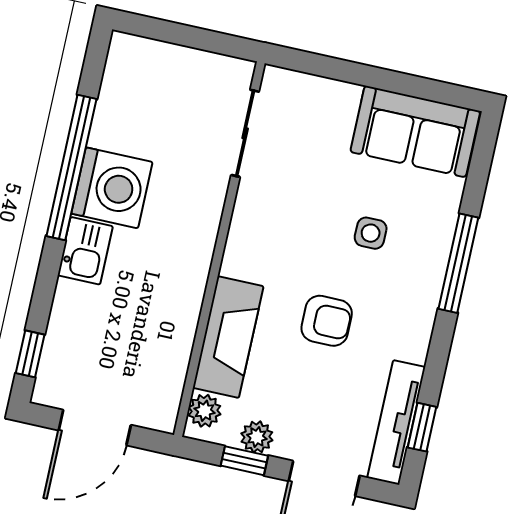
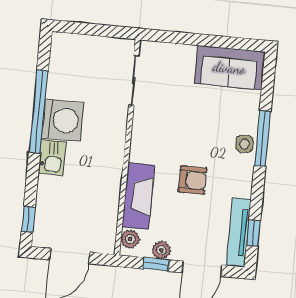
side table: (371, 233) -> (244, 144), moved

